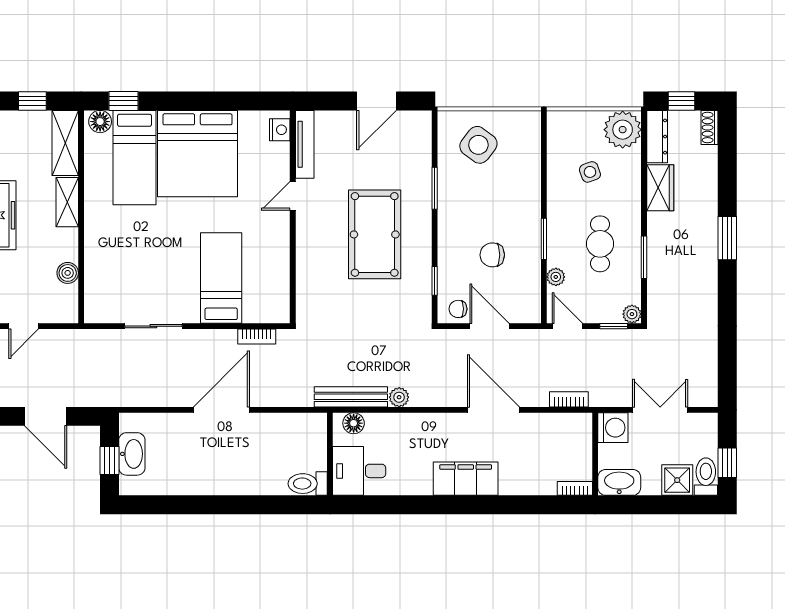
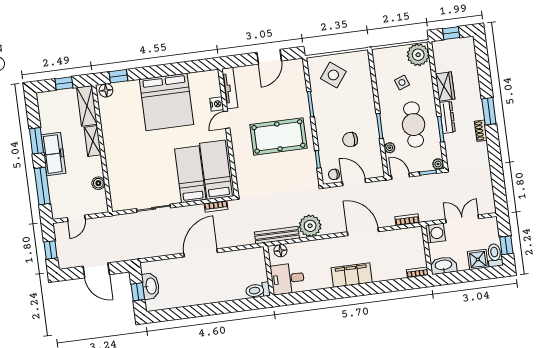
shoe rack: (710, 127) -> (481, 131), moved
nightstand: (280, 130) -> (217, 104), moved
dresser: (657, 137) -> (447, 117), moved
bed: (135, 158) -> (216, 170), moved, turned 180
pool table: (375, 234) -> (278, 136), turned 90
cafe table: (600, 244) -> (414, 125), width x1.37, depth x1.35
plant: (399, 397) -> (310, 226), width x1.87, depth x1.87

